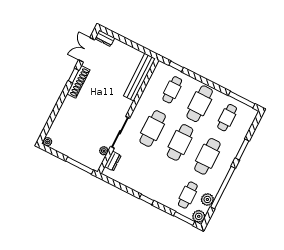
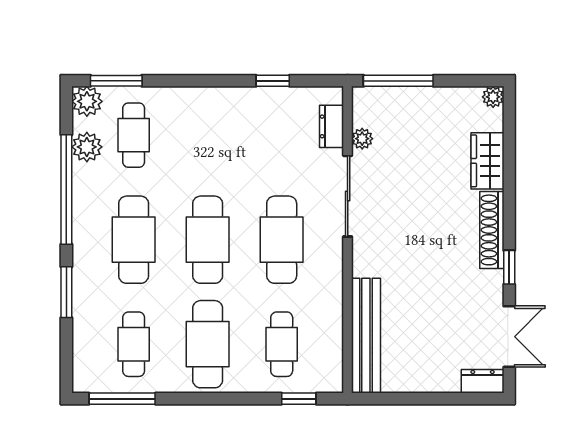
shoe rack: (78, 82) -> (492, 230), moved
wardrobe: (62, 119) -> (487, 161), added
window: (147, 199) -> (273, 81), moved

